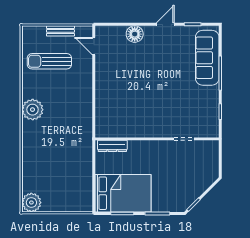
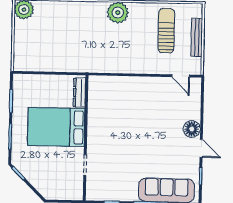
bench: (60, 31) -> (197, 37), width x1.36
floor lamp: (135, 34) -> (192, 129), moved
door: (94, 46) -> (181, 76), swing flipped
bed: (123, 193) -> (56, 127), moved, turned 90

